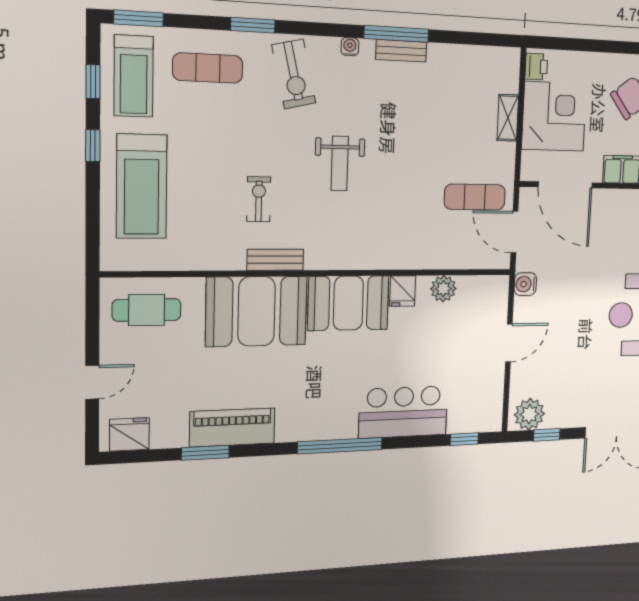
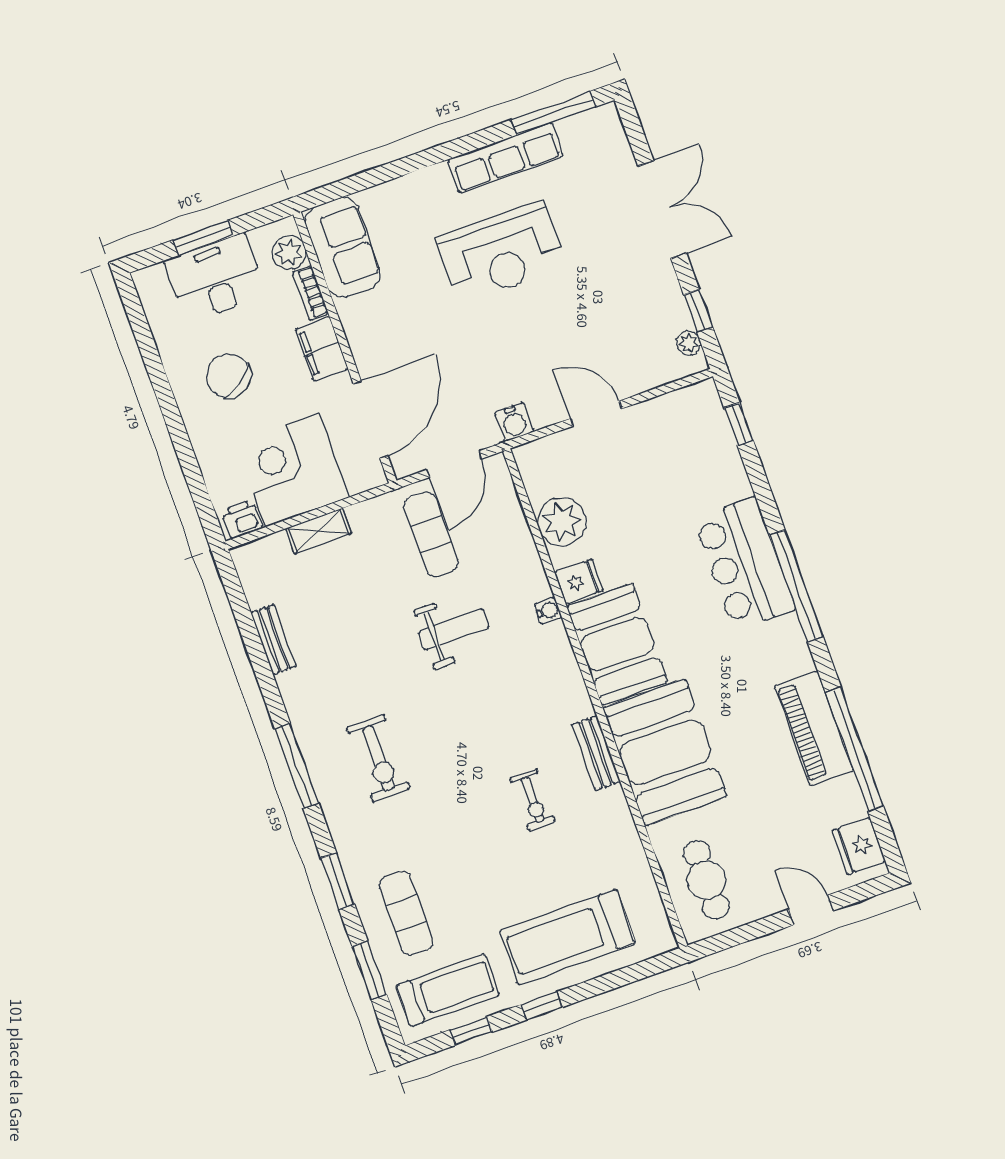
window: (139, 18) -> (369, 970), moved
window: (396, 34) -> (297, 766), moved
water cooler: (350, 47) -> (548, 611), moved, turned 180
bench: (401, 51) -> (273, 639), moved
exercise bike: (294, 74) -> (378, 758), moved, turned 103
weight bench: (340, 164) -> (454, 630), moved
treadmill: (142, 186) -> (567, 937), turned 180
exercise bike: (259, 199) -> (533, 800), turned -90
plant: (443, 289) -> (562, 521), width x1.36, depth x1.36
bar counter: (403, 412) -> (744, 564), moved
plant: (529, 414) -> (689, 343), width x0.53, depth x0.53
window: (205, 453) -> (854, 749), width x2.11

